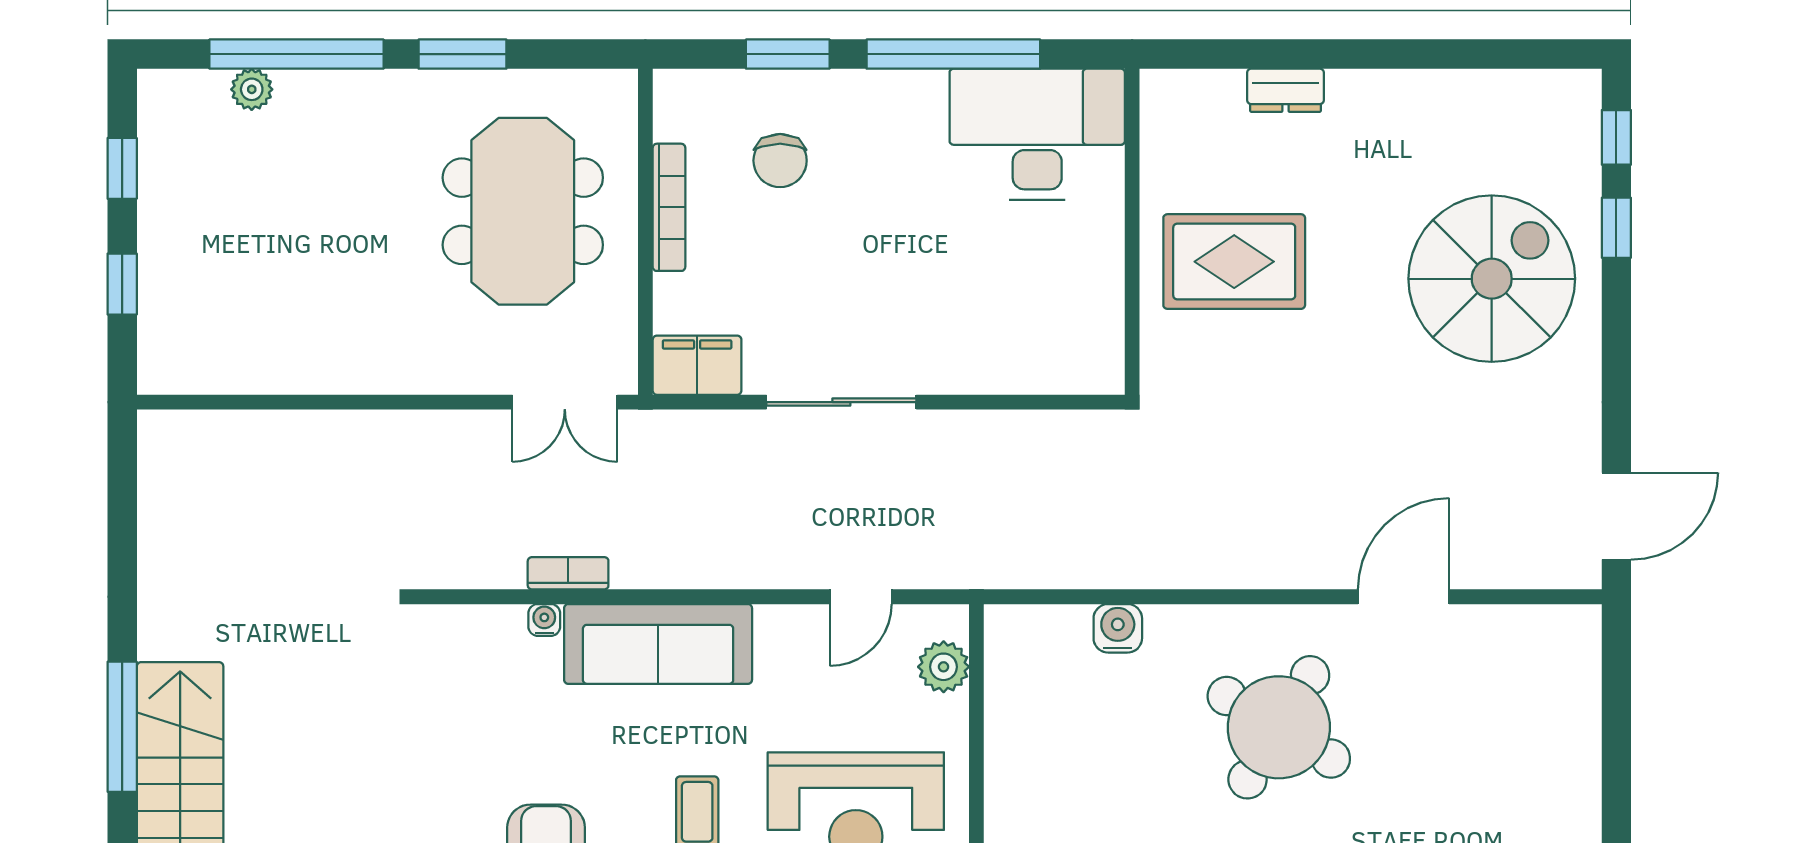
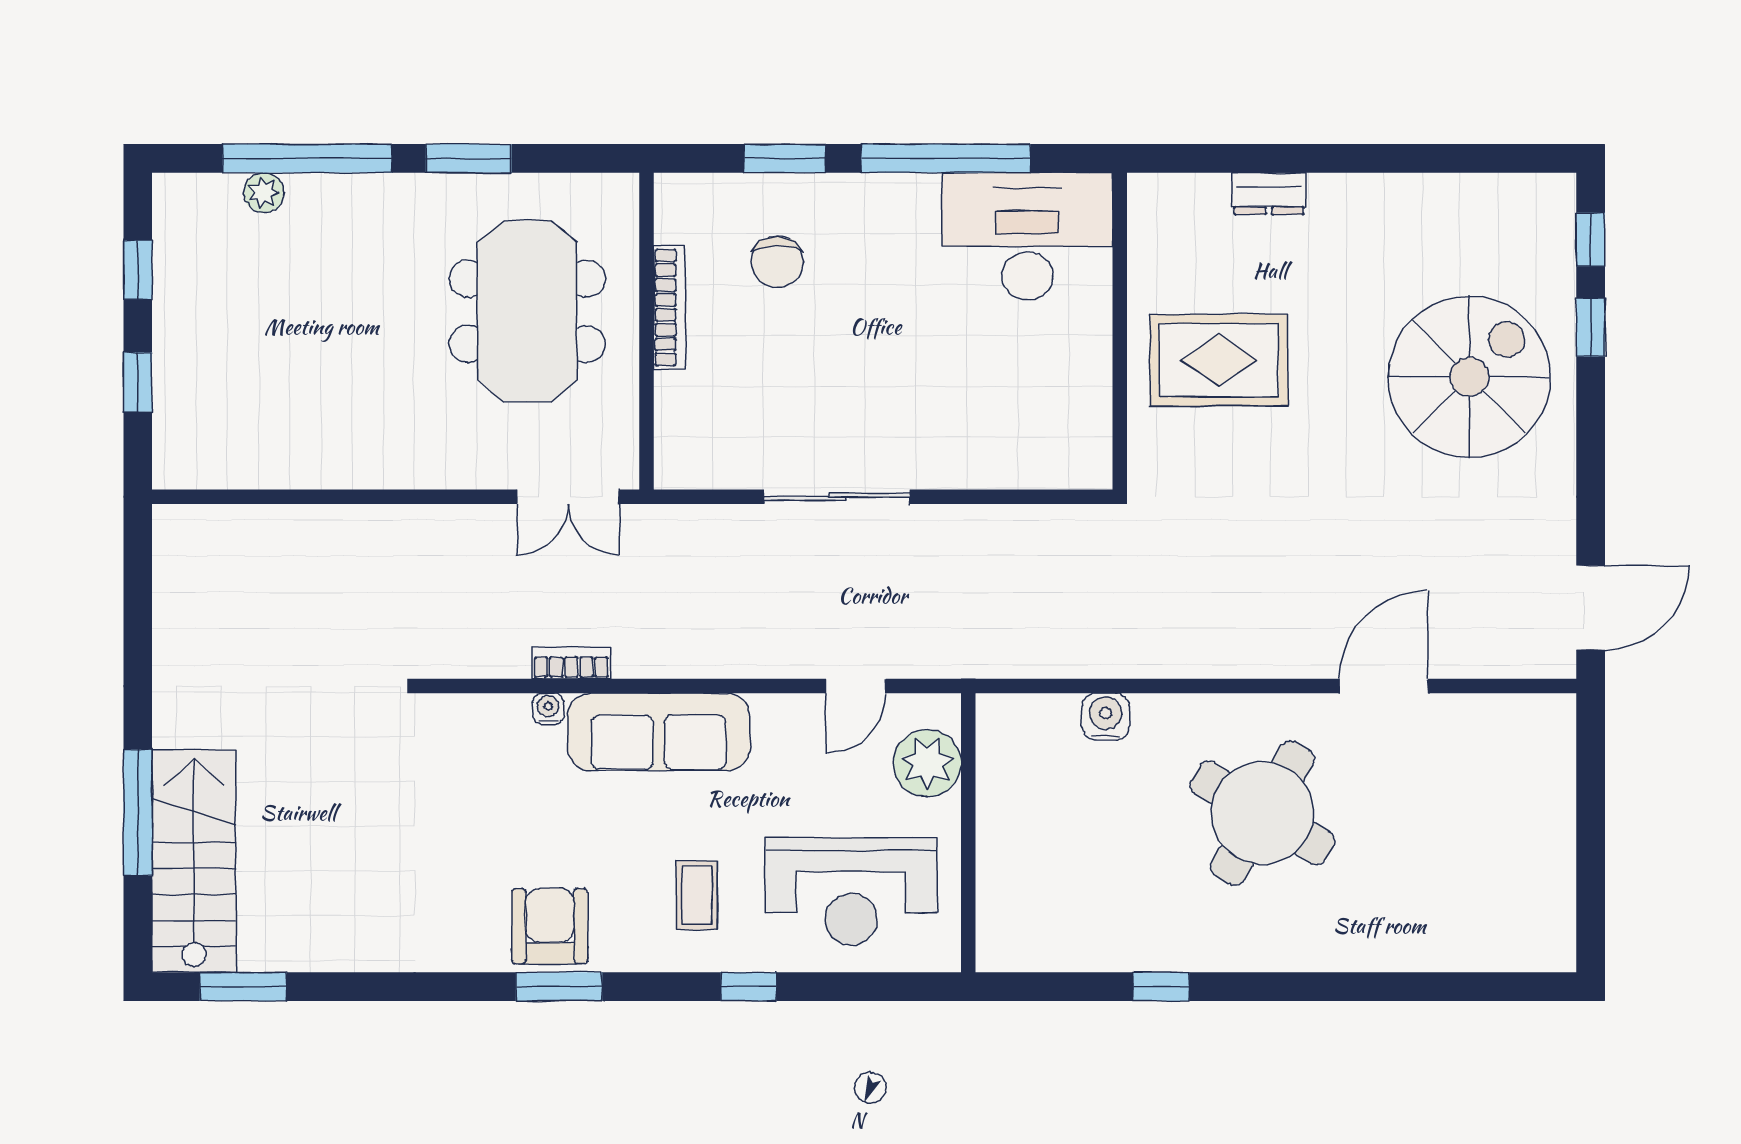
filing cabinet: (697, 365) -> (697, 461), removed
plant: (944, 667) -> (927, 763), width x1.36, depth x1.36

